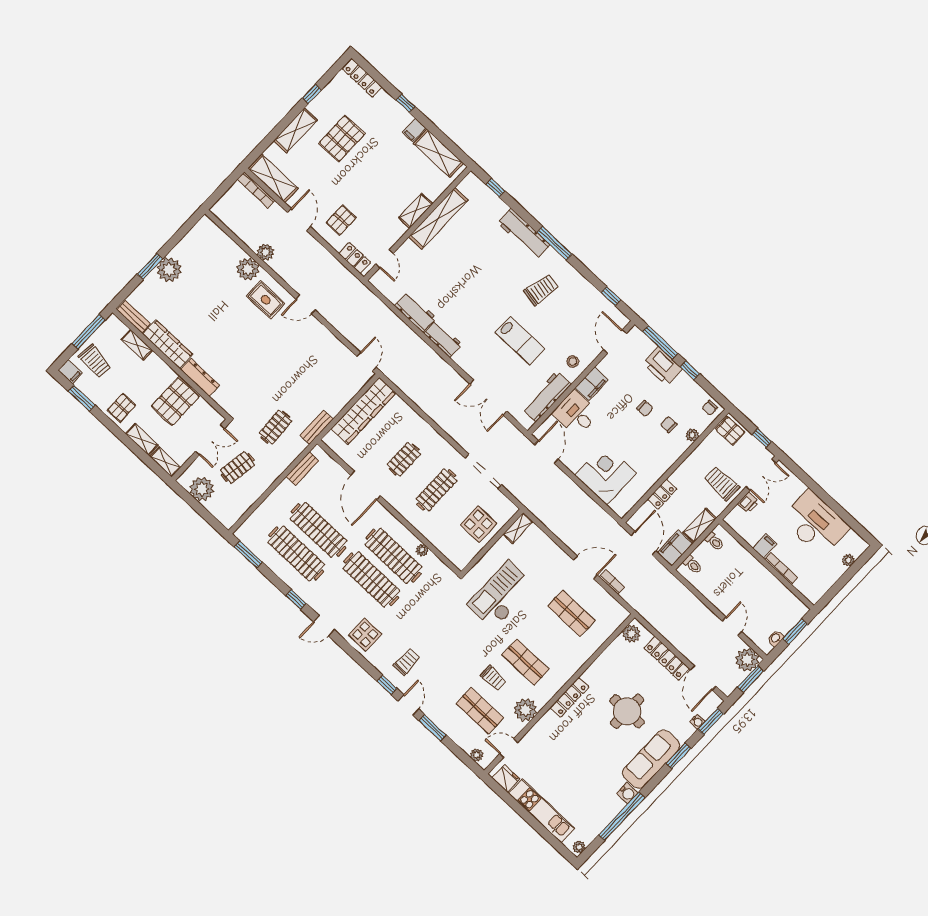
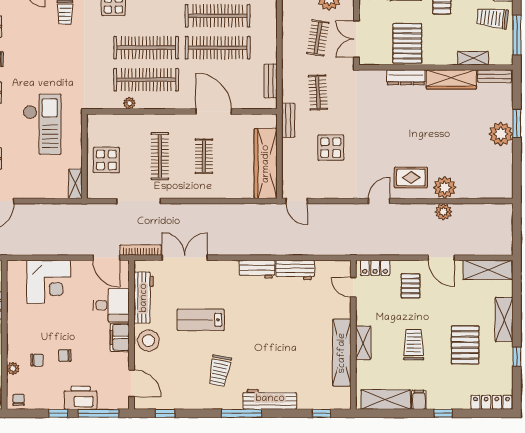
trolley: (380, 174) -> (414, 345), added
bookcase: (256, 190) -> (141, 250), moved
stool: (573, 362) -> (148, 341), width x1.89, depth x1.89
display table: (304, 378) -> (331, 148), added

